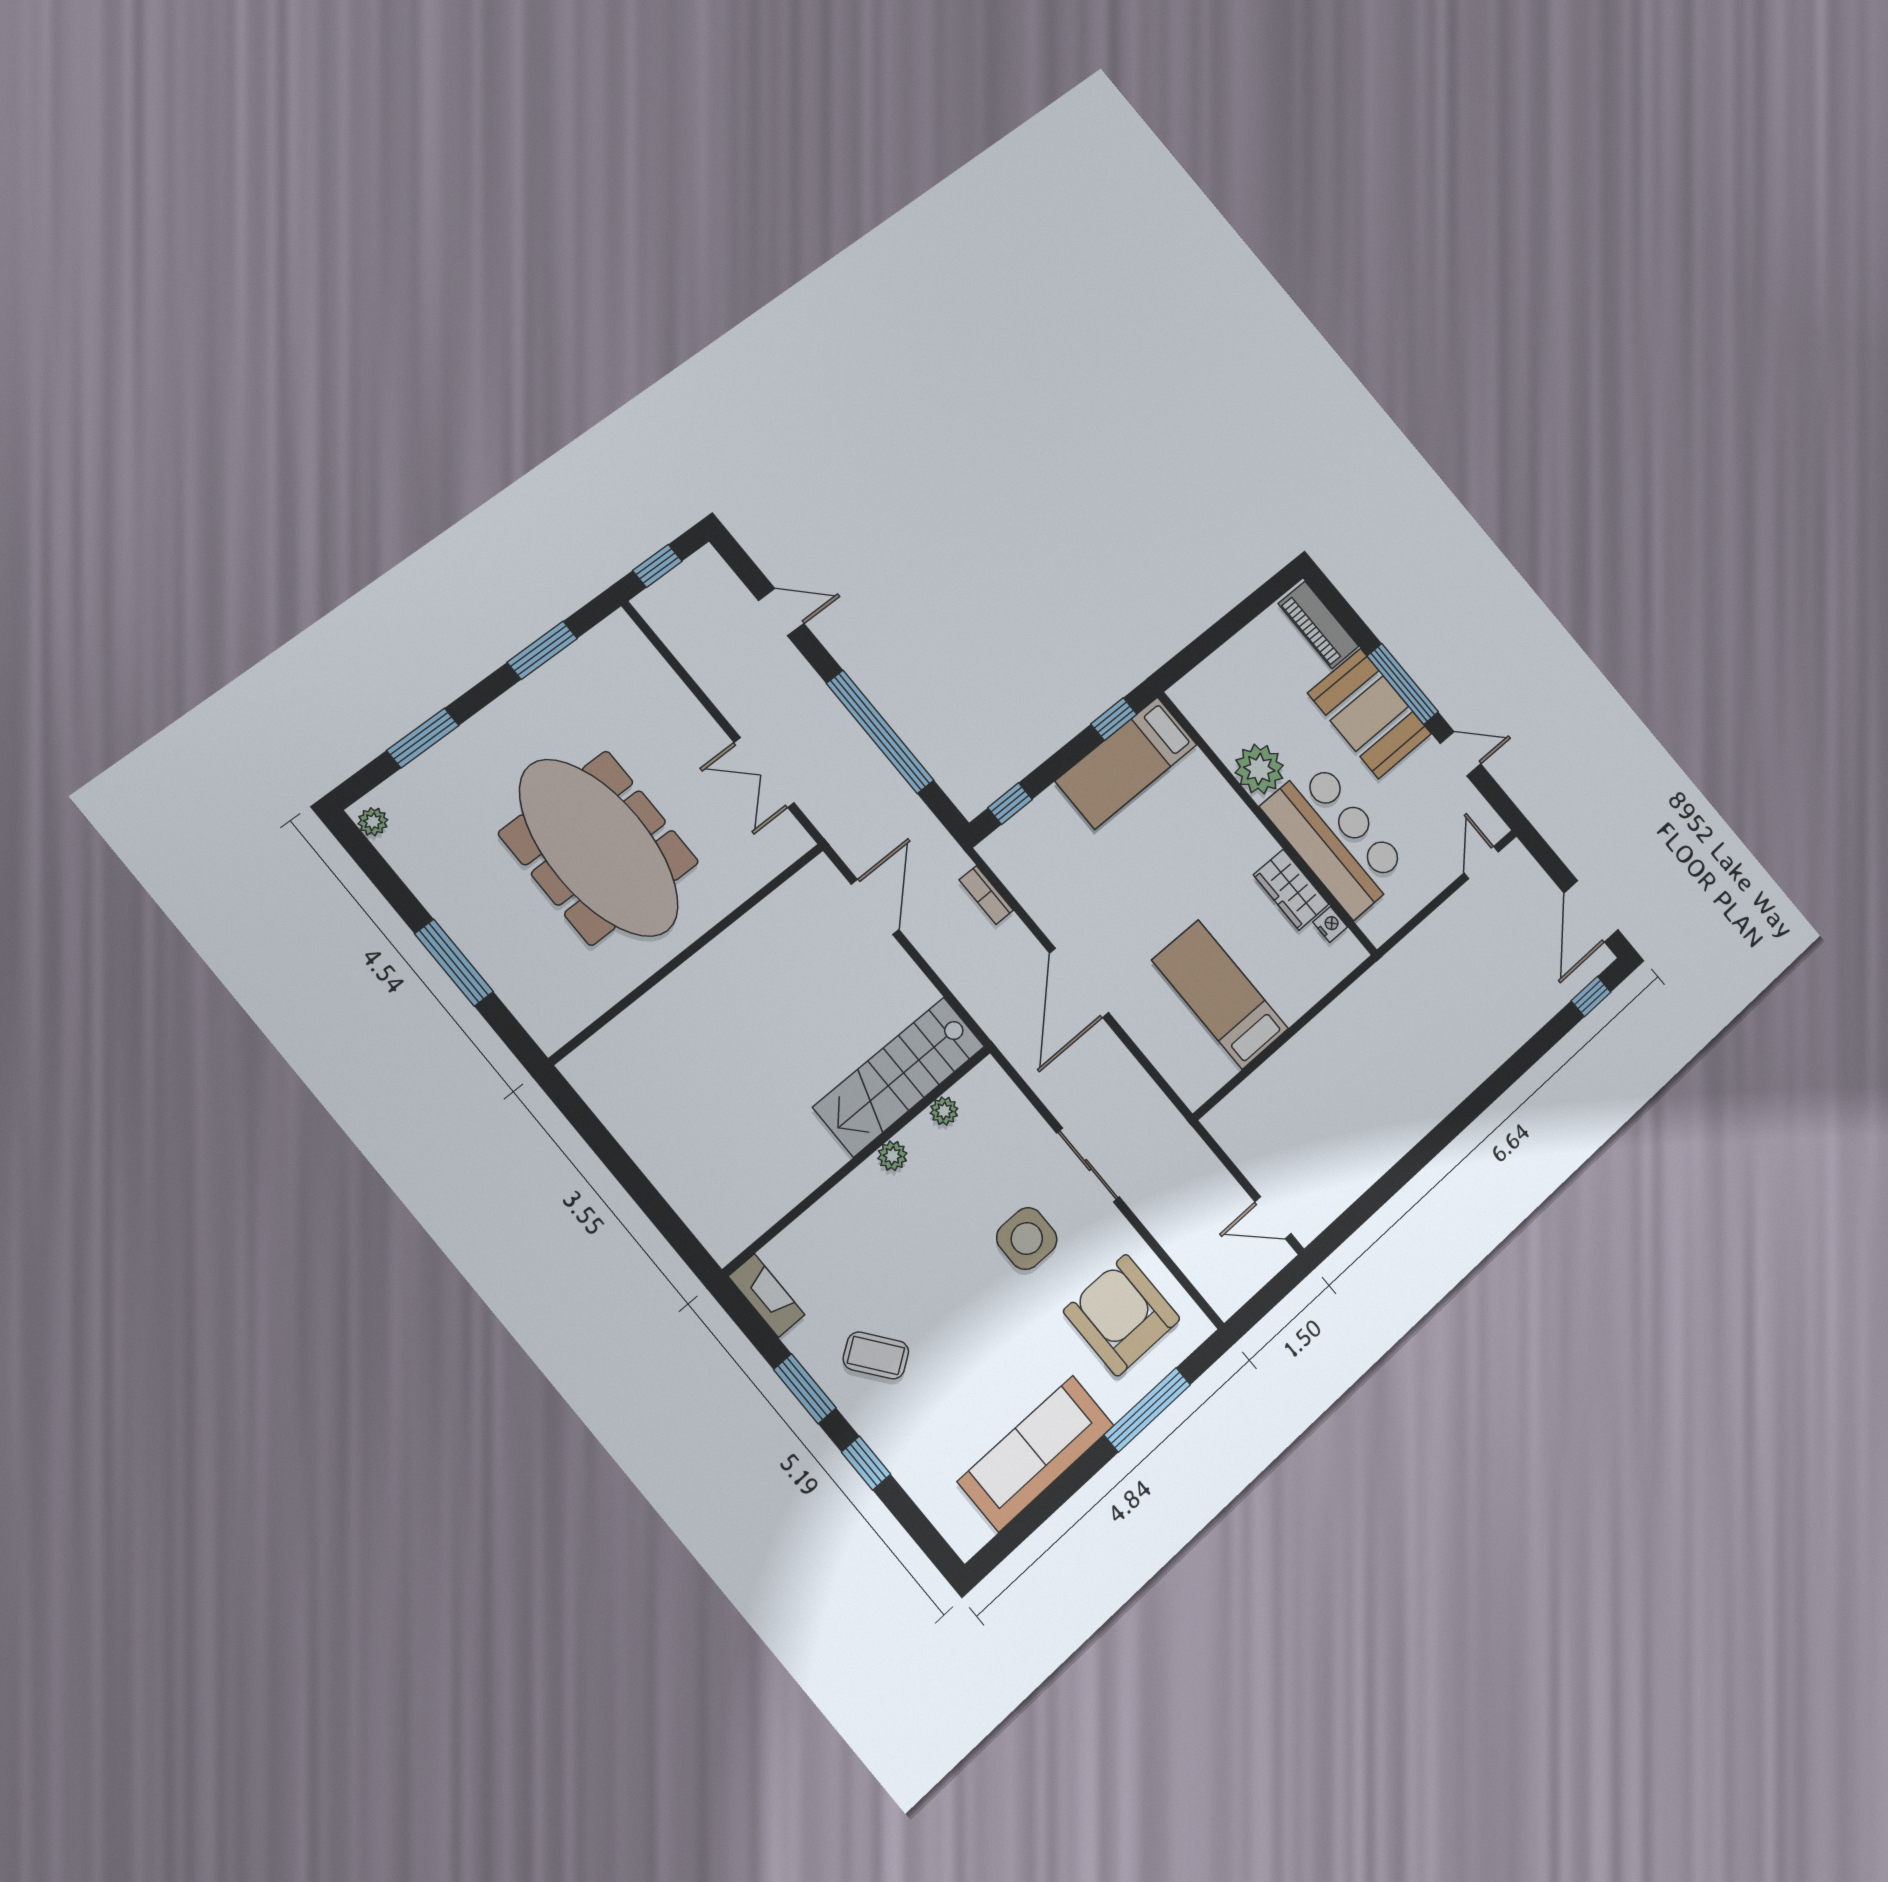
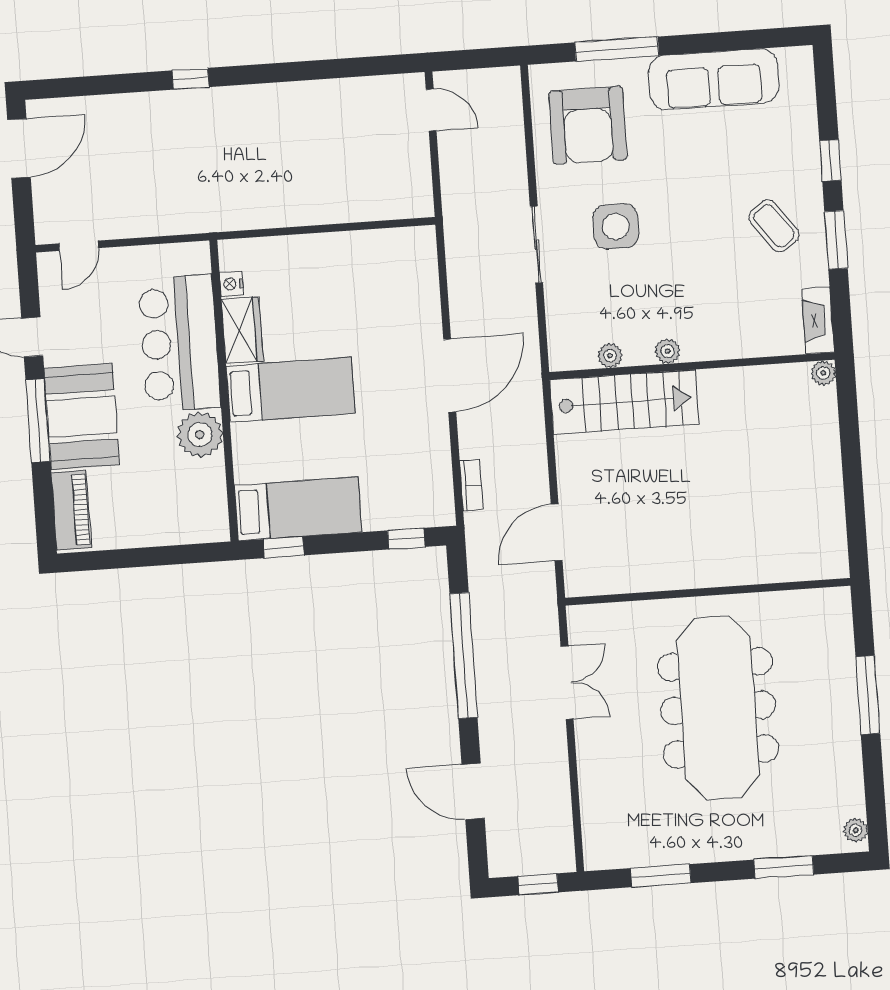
door: (781, 612) -> (473, 791), width x1.38
bed: (1220, 994) -> (290, 390), moved, turned -90
window: (1591, 996) -> (191, 79), moved
plant: (724, 1248) -> (823, 373), added

